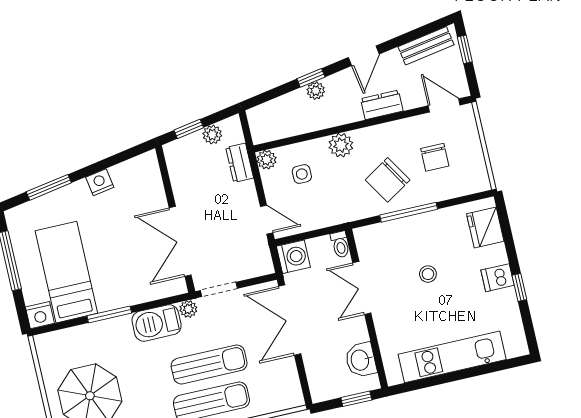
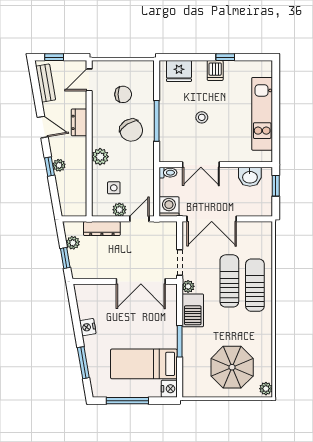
plant: (267, 160) -> (119, 210), moved
dresser: (240, 163) -> (102, 229), width x1.44

